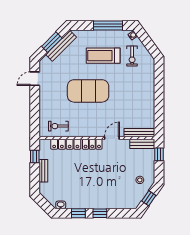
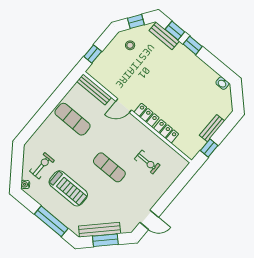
window: (108, 26) -> (51, 221), moved
exercise mat: (88, 91) -> (109, 167), width x0.50, depth x0.69
exercise mat: (137, 102) -> (72, 119), added
exercise bike: (58, 126) -> (147, 162), moved
locker: (66, 144) -> (166, 131), width x0.66
bench: (142, 144) -> (164, 36), moved
window: (78, 213) -> (175, 31), moved

